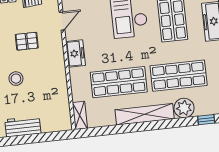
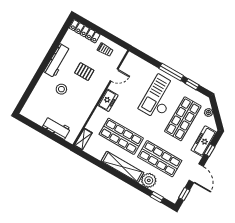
workbench: (23, 126) -> (56, 128), moved

